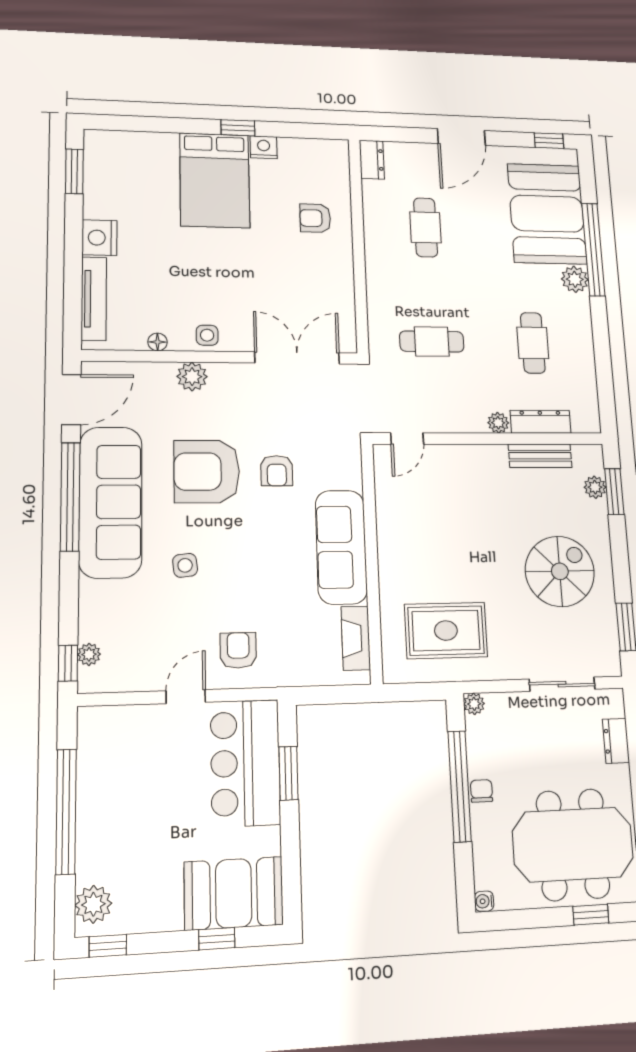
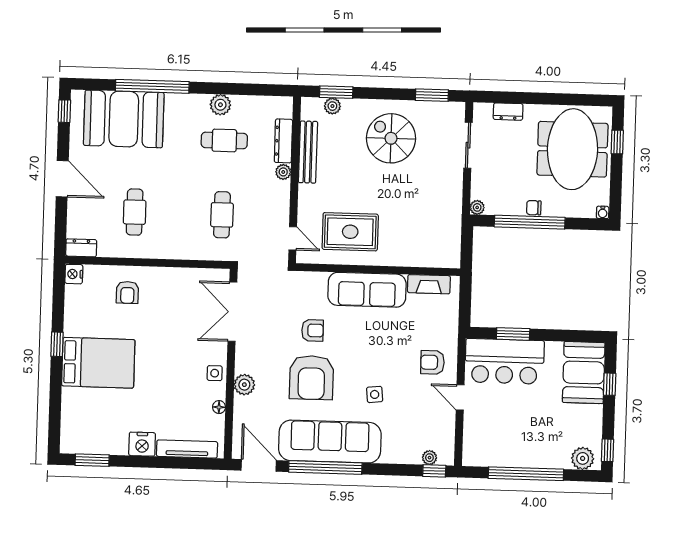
nightstand: (264, 147) -> (74, 274), moved
cafe table: (426, 227) -> (135, 212), turned 90
plant: (575, 279) -> (220, 105), moved
bench: (540, 456) -> (308, 152), width x1.36
rug: (446, 631) -> (350, 232), moved, turned 90

